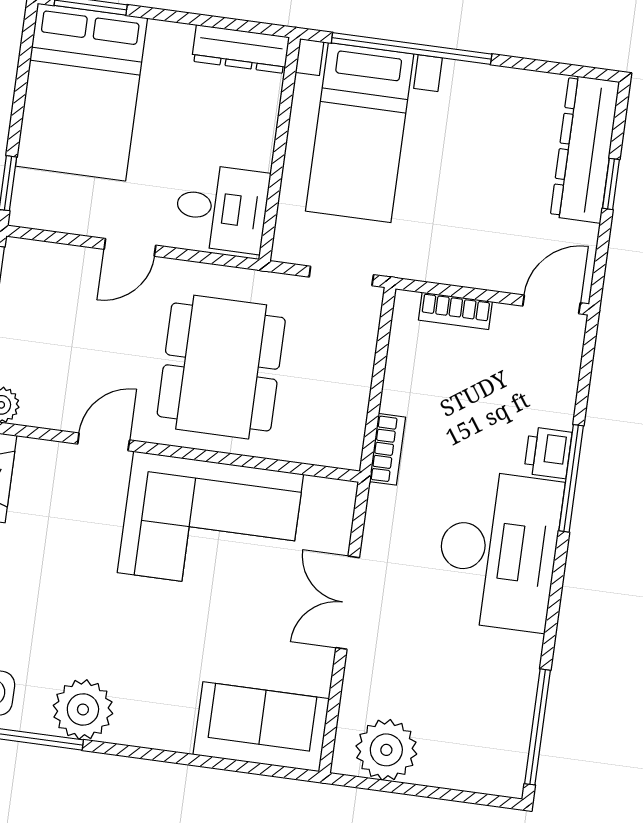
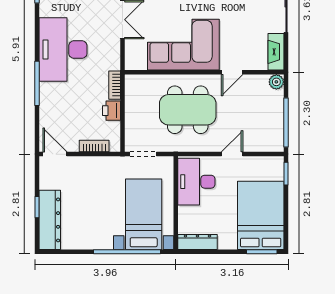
desk: (222, 208) -> (196, 182), width x1.37
door: (552, 304) -> (55, 154), swing flipped
dining table: (221, 367) -> (188, 110), turned 90
printer: (548, 453) -> (111, 111), moved, turned 180

